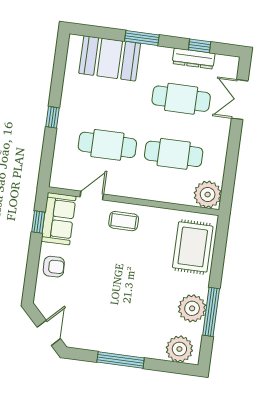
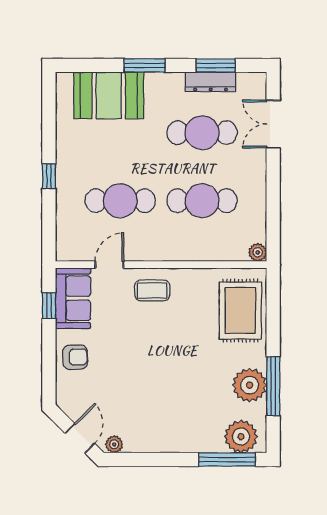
window: (200, 46) -> (216, 65), width x1.50
plant: (208, 195) -> (258, 252), width x0.53, depth x0.53
plant: (76, 342) -> (114, 444), added
window: (121, 360) -> (227, 459), moved

